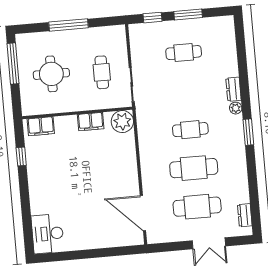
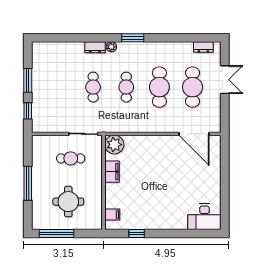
cafe table: (184, 53) -> (93, 87), moved
filing cabinet: (41, 126) -> (112, 215), width x0.50
door: (143, 213) -> (194, 134), hinge flipped

